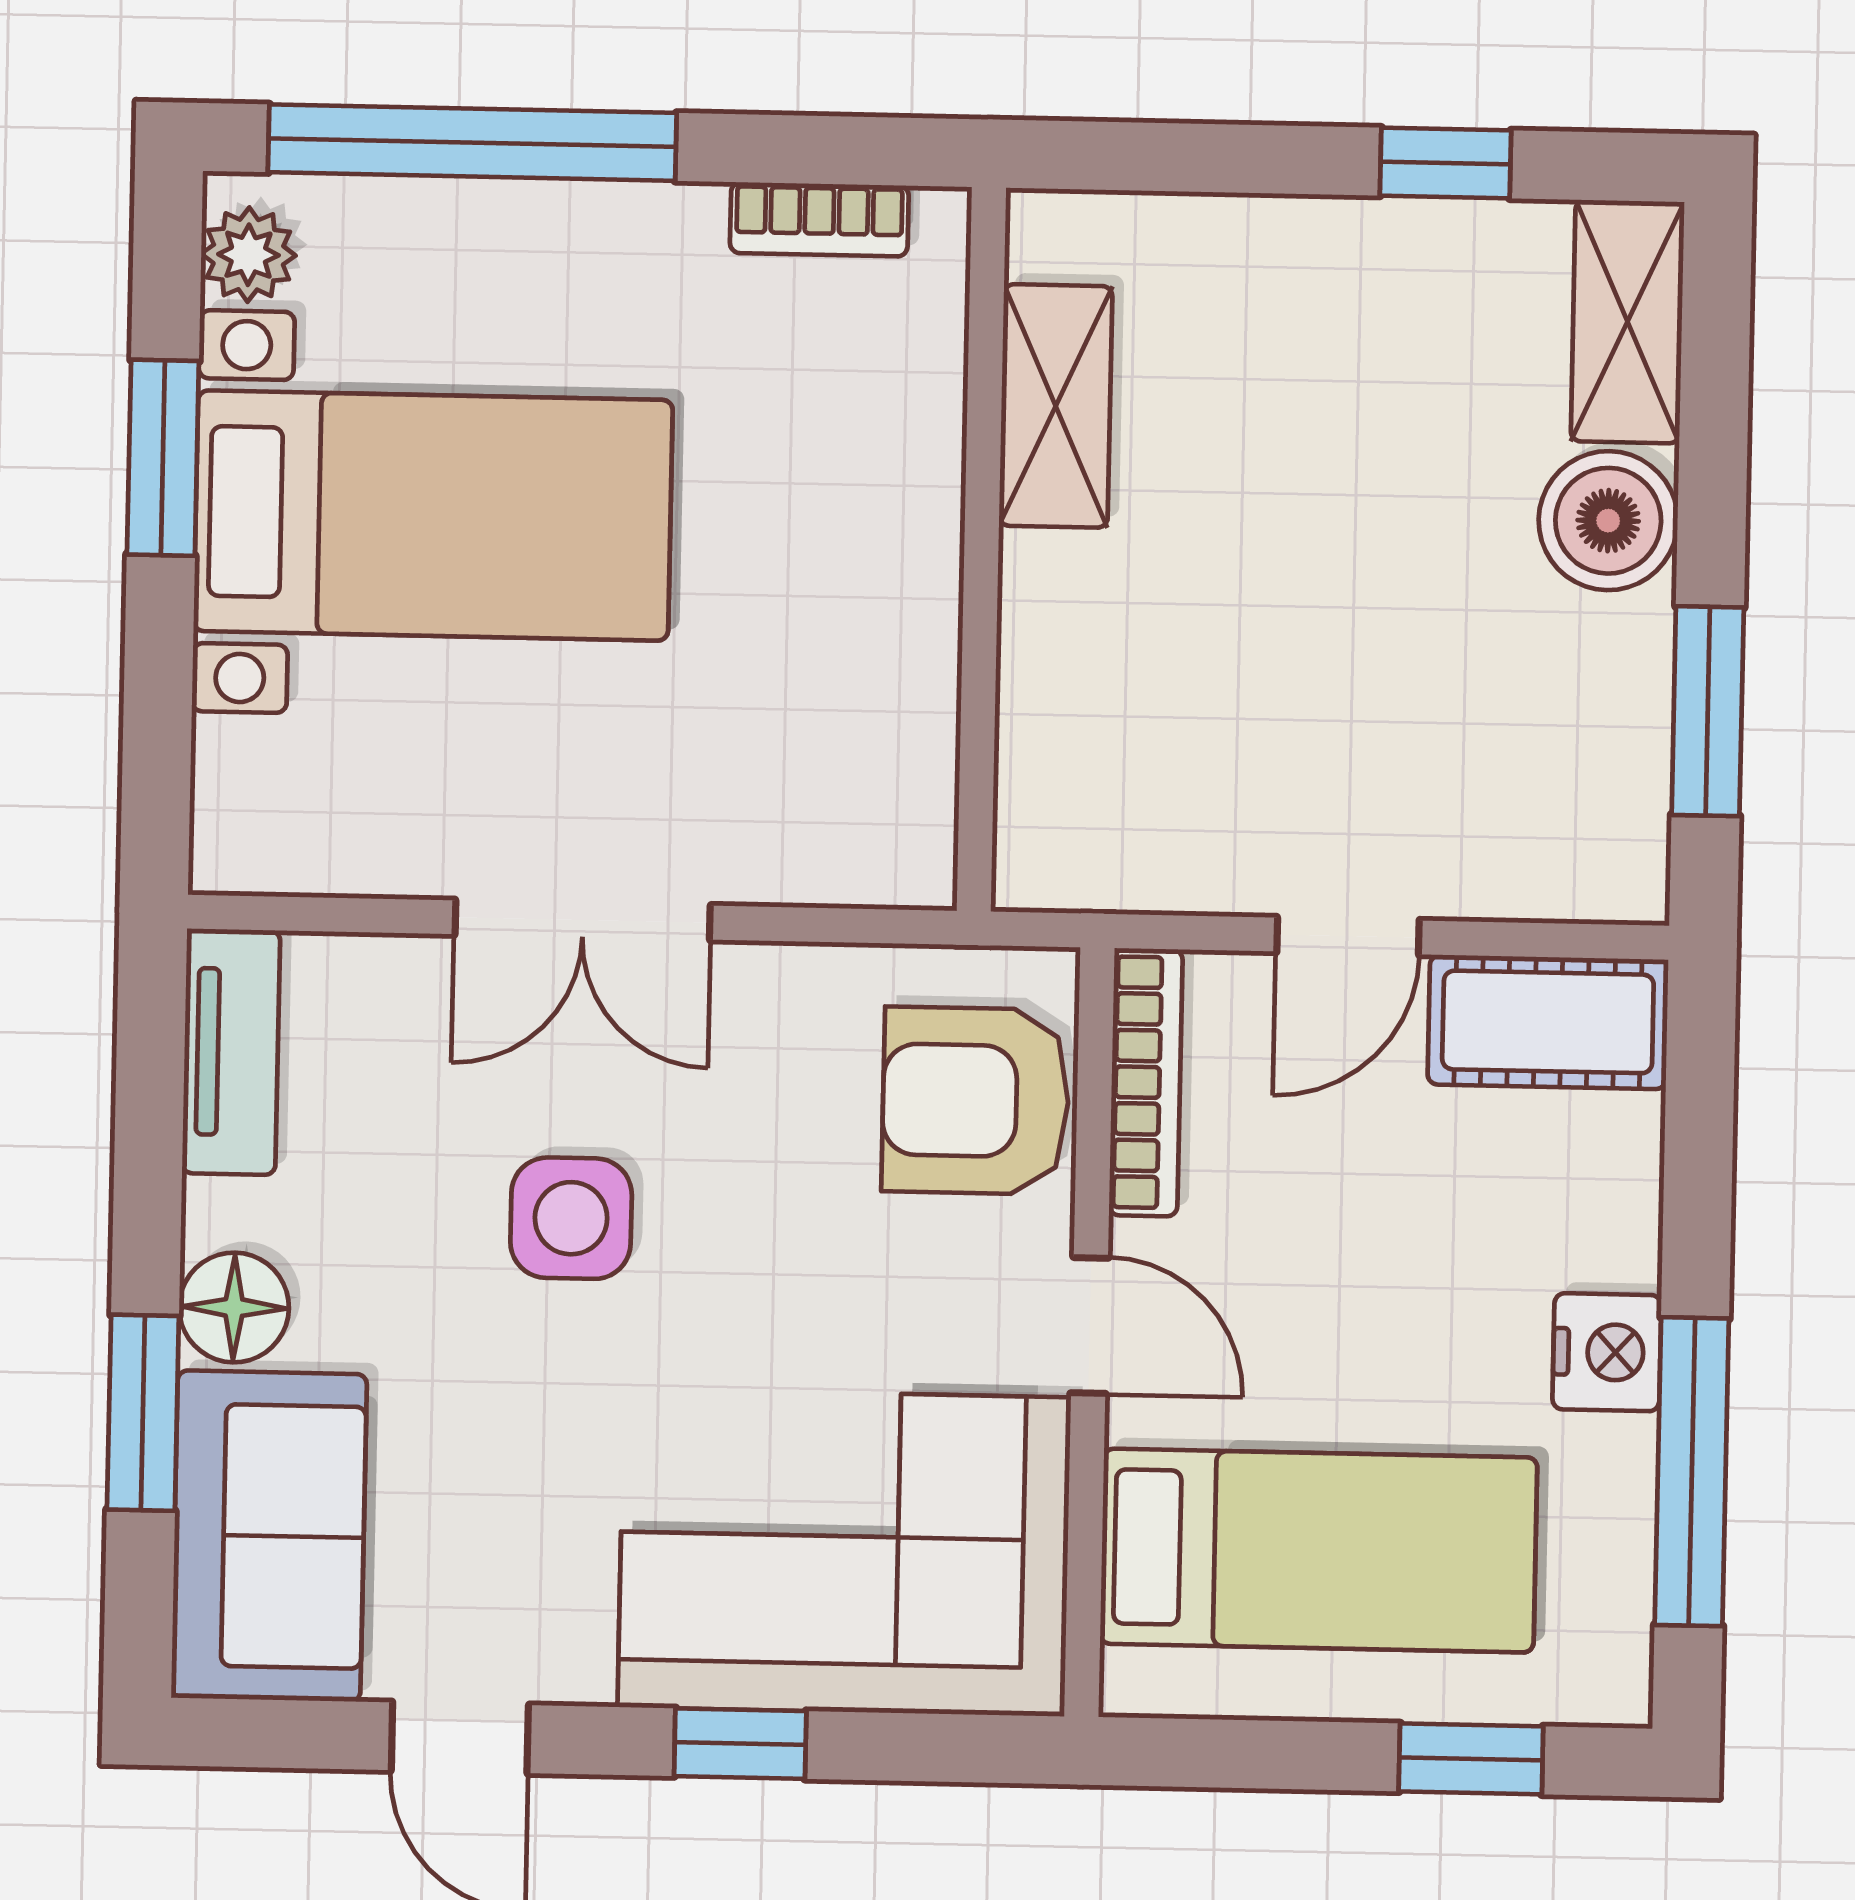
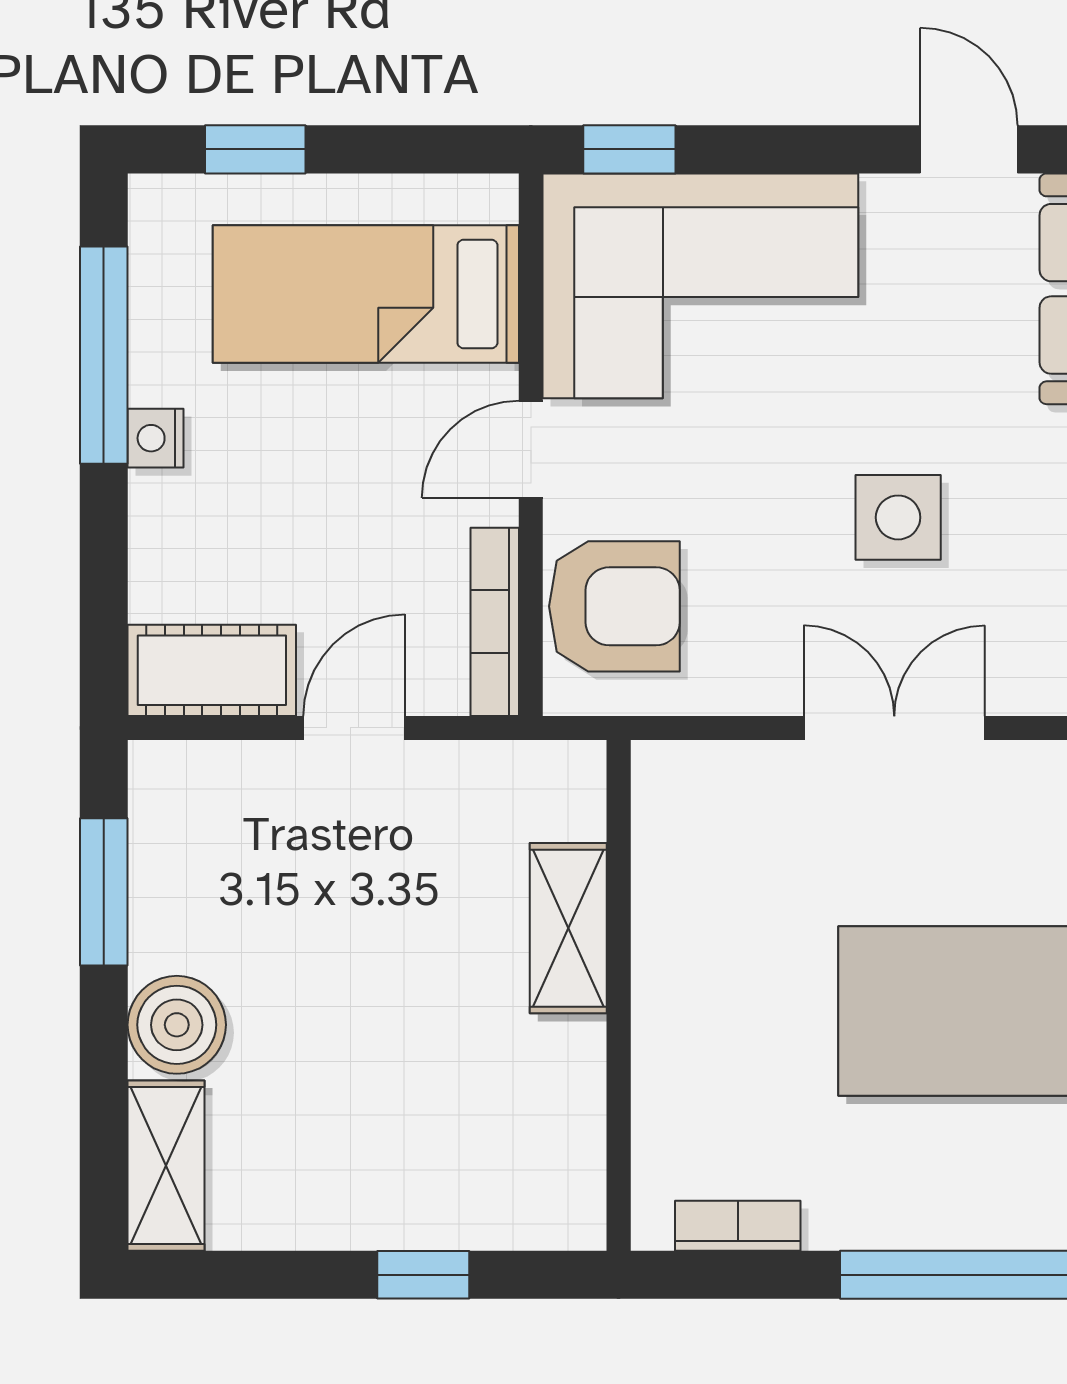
window: (1445, 163) -> (423, 1275), moved
shelving: (1056, 406) -> (568, 928), moved
door: (1090, 1325) -> (531, 449), hinge flipped
nightstand: (1607, 1352) -> (156, 438), width x0.72, depth x0.74
window: (740, 1744) -> (629, 149), moved

